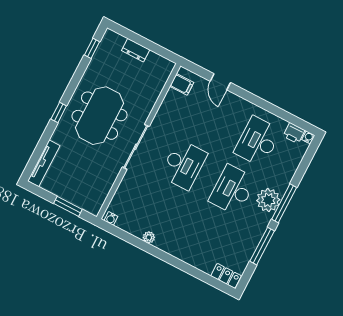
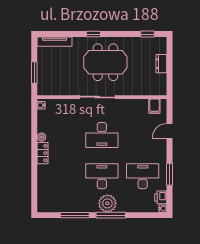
window: (272, 109) -> (169, 174), added
locker: (226, 276) -> (43, 153), moved

